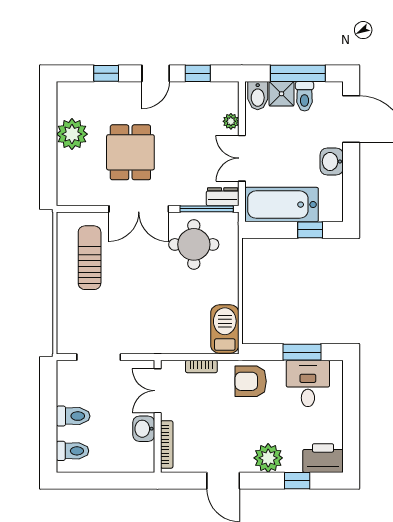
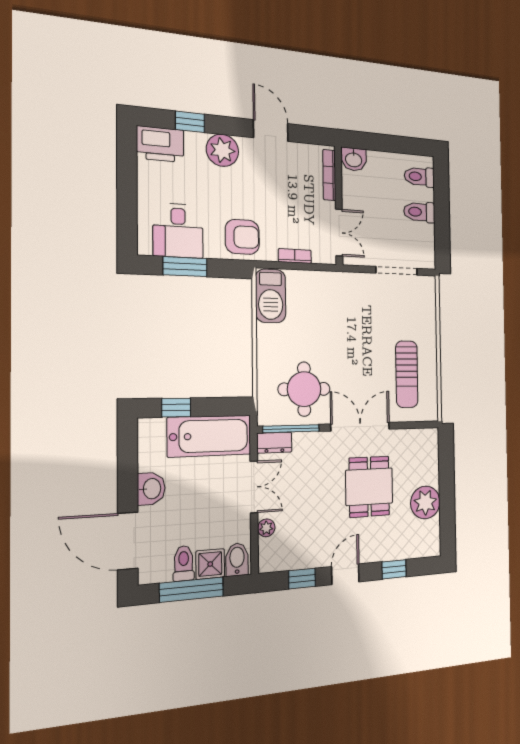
washbasin: (144, 429) -> (354, 159), moved, turned 90

